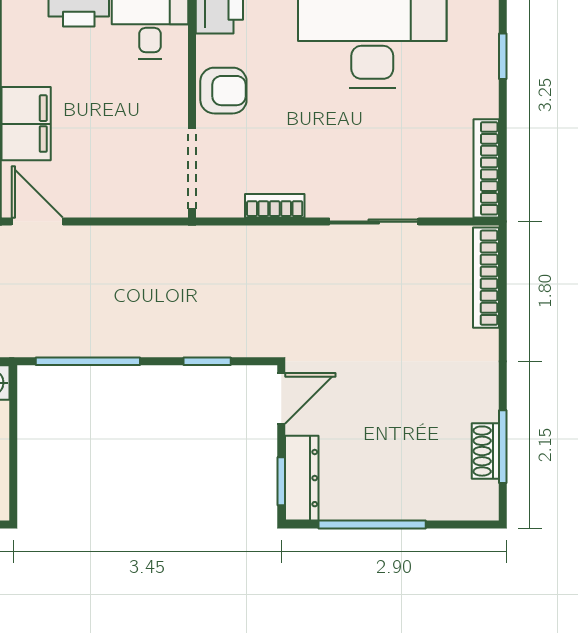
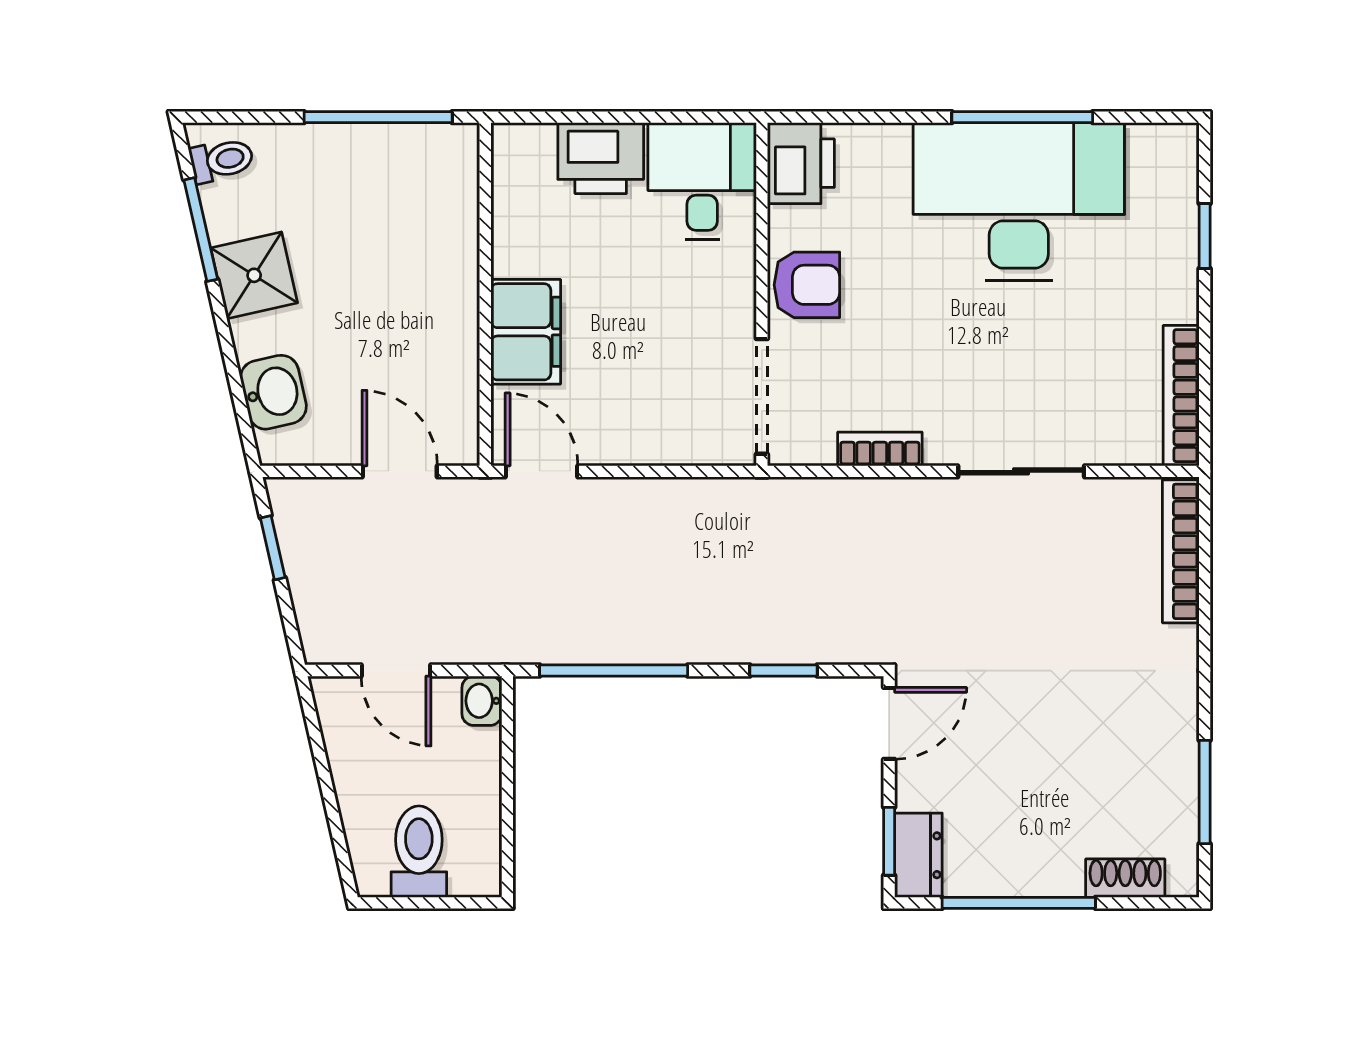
shoe rack: (485, 451) -> (1125, 878), moved, turned 90
dresser: (302, 478) -> (918, 855), width x0.70

